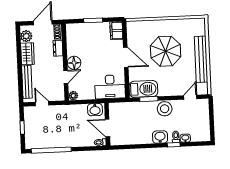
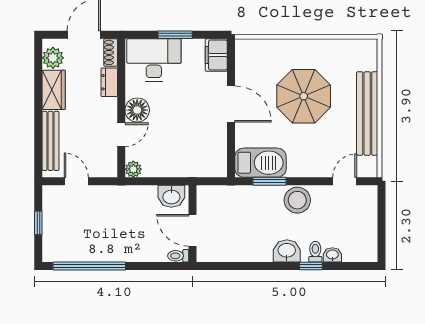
desk: (110, 87) -> (154, 60), moved, turned 180

